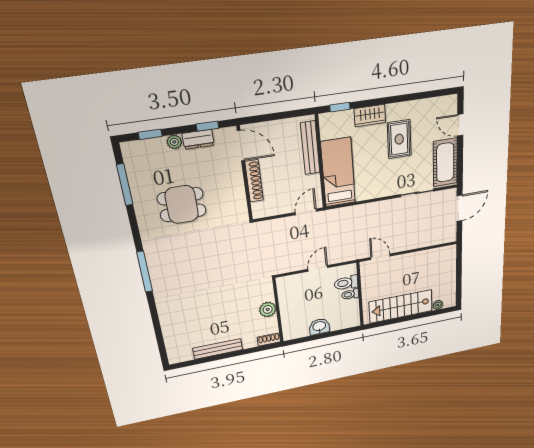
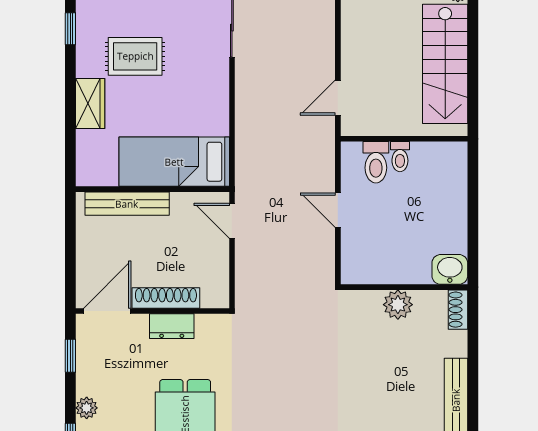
window: (340, 107) -> (70, 29), moved
dresser: (198, 139) -> (172, 326), moved, turned 90
washbasin: (319, 327) -> (450, 269), moved, turned 90

